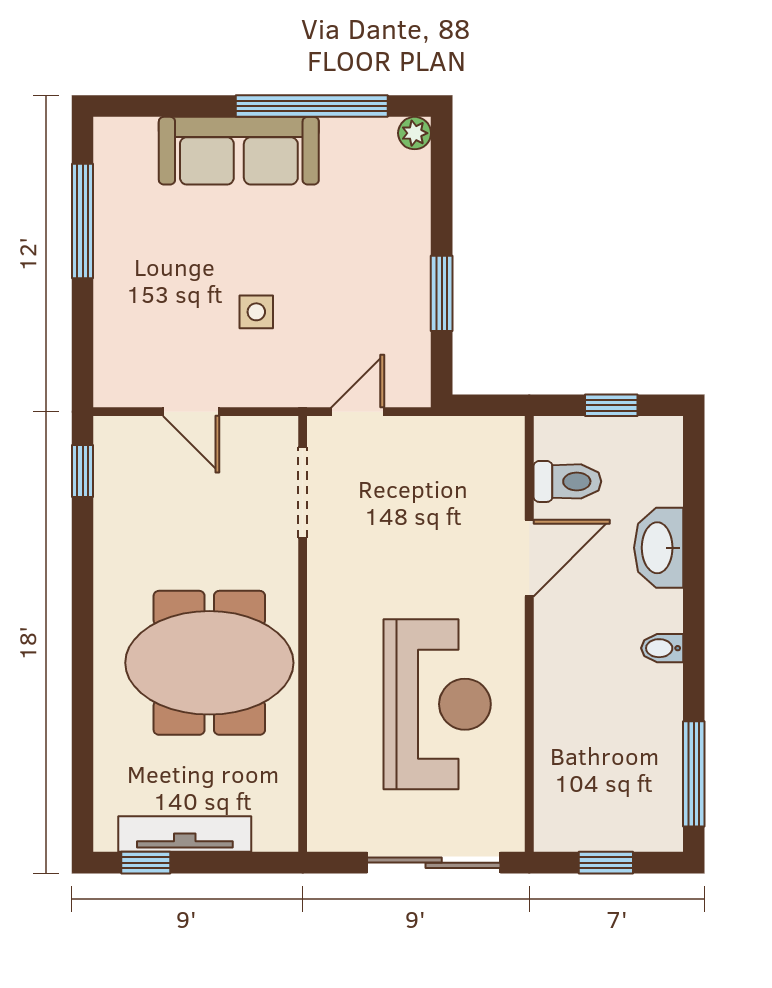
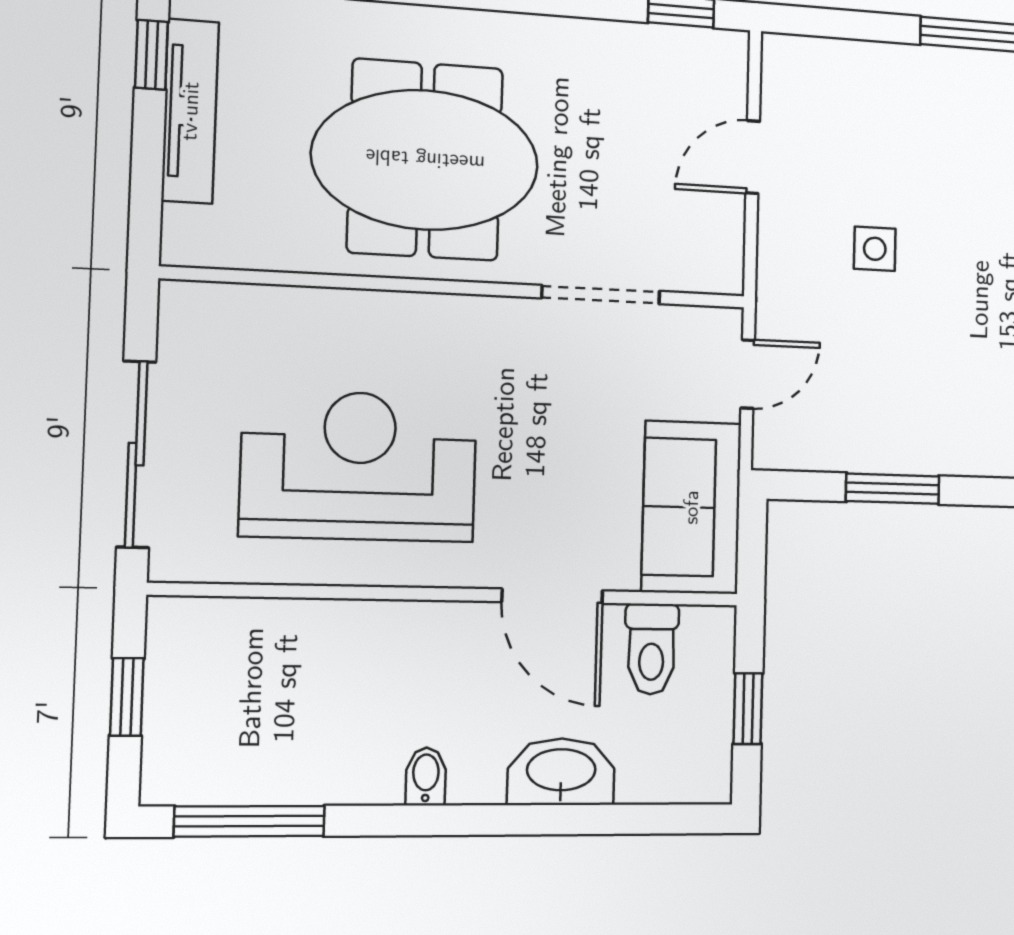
door: (358, 412) -> (748, 374), hinge flipped
sofa: (460, 453) -> (691, 507), added
doorway: (303, 493) -> (601, 295), moved
meeting table: (209, 663) -> (425, 160), turned 90
reception desk: (437, 704) -> (359, 466), turned 180

